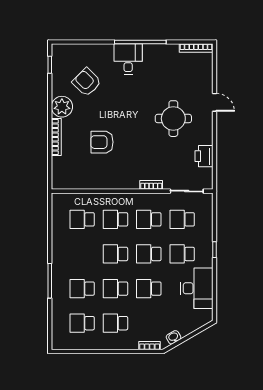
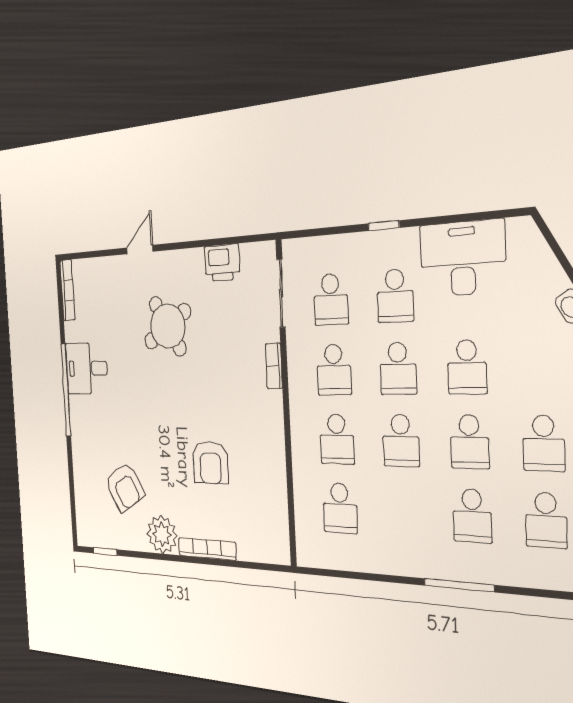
desk: (128, 59) -> (87, 368), moved
armchair: (87, 82) -> (125, 487), turned -76
round table: (173, 119) -> (168, 326), turned -32

